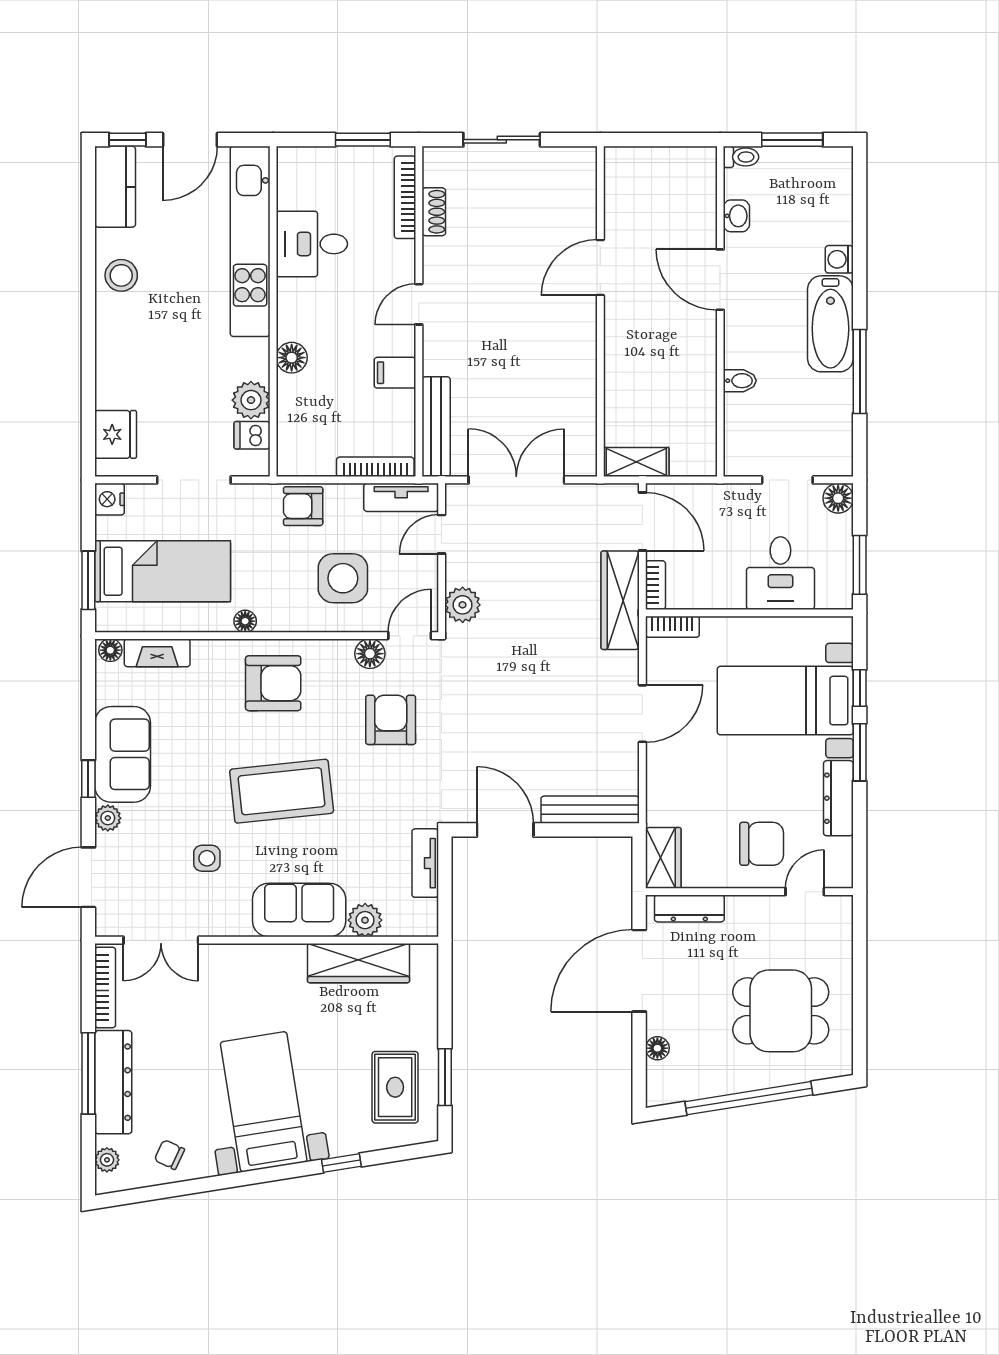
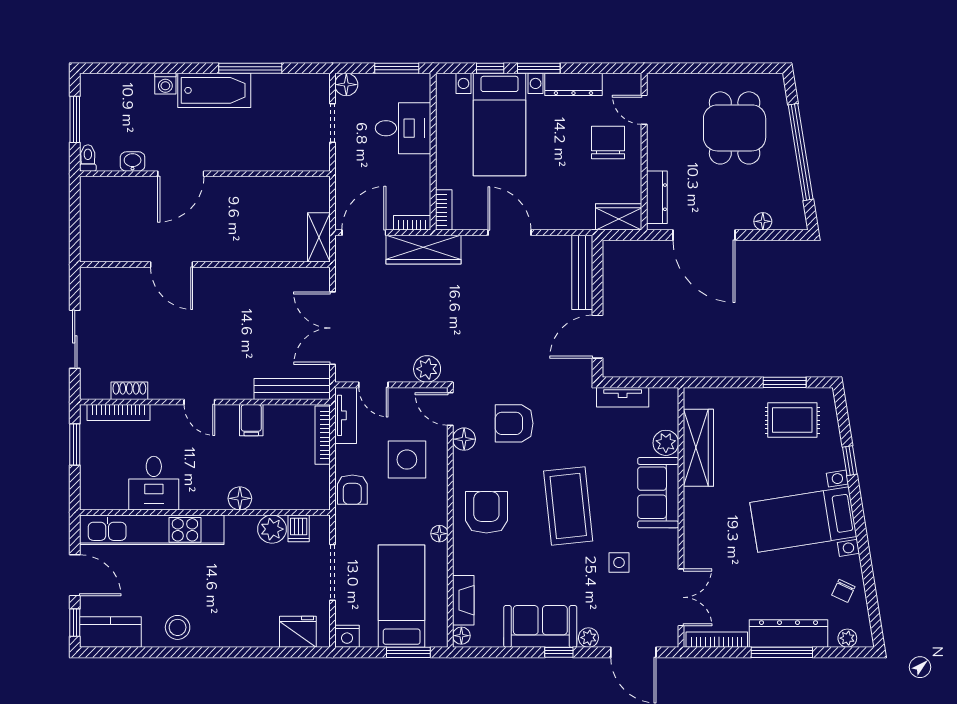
bidet: (740, 381) -> (257, 159), removed

